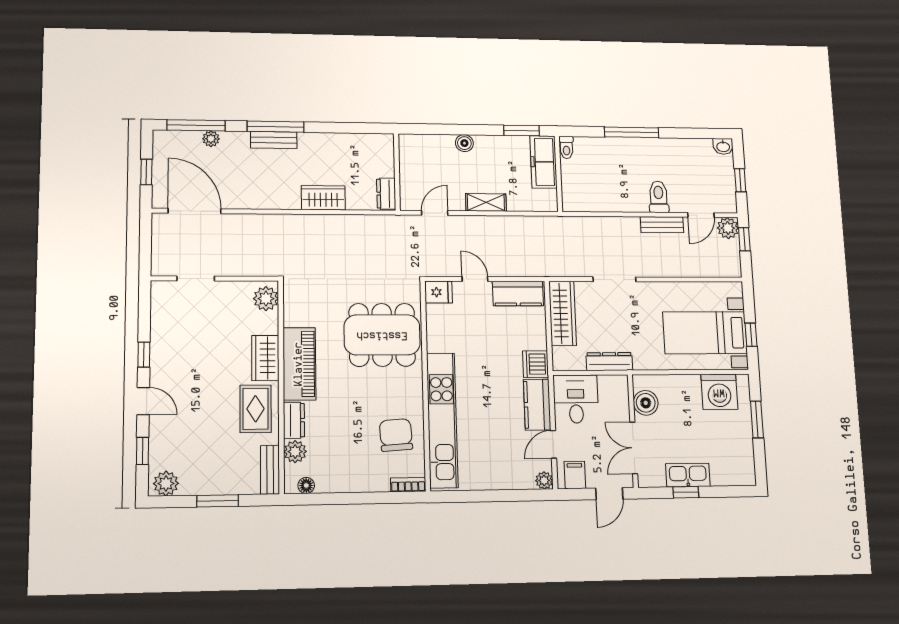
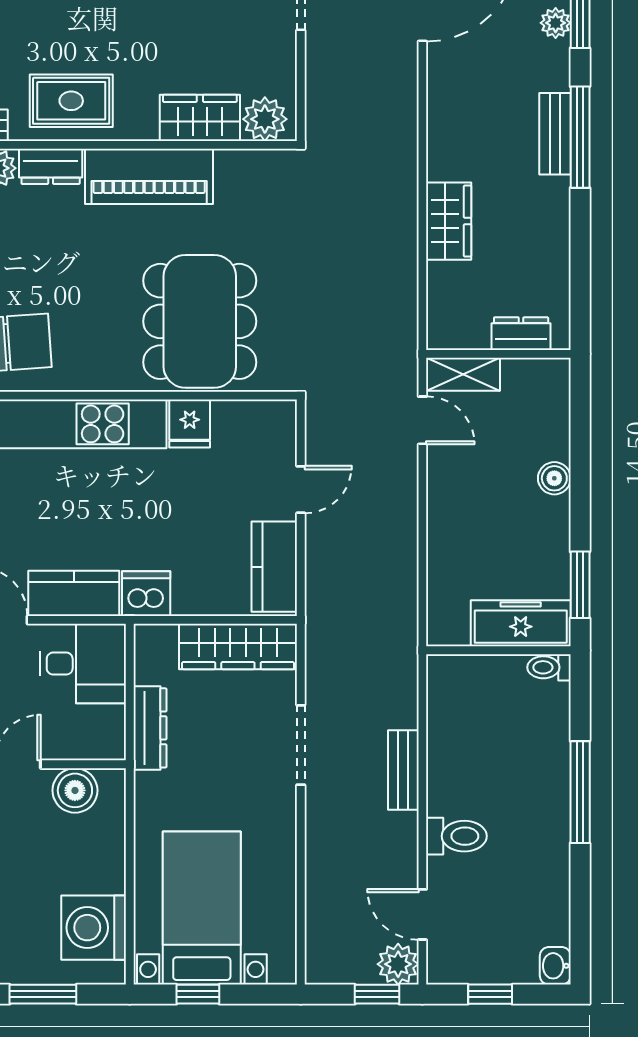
dresser: (386, 194) -> (521, 334), moved
shelving: (486, 202) -> (463, 374), moved, turned 90
bench: (662, 225) -> (403, 770), moved
fridge: (439, 292) -> (190, 424), moved
wardrobe: (265, 358) -> (200, 118), moved

